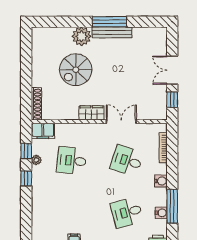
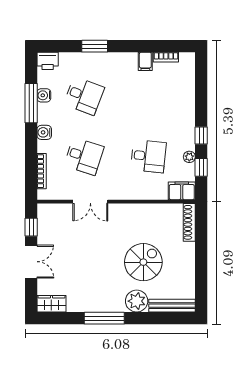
bench: (112, 32) -> (172, 306), moved
wardrobe: (91, 113) -> (51, 304), moved, turned 180
desk: (127, 212) -> (84, 96), turned 36

